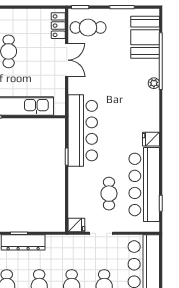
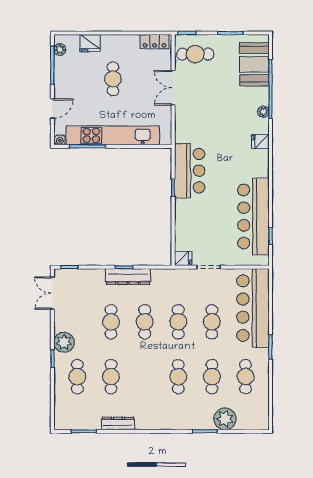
locker: (58, 26) -> (154, 42), moved, turned -90
double door: (67, 60) -> (173, 88), swing flipped
bar counter: (83, 131) -> (190, 171), width x0.73
fridge: (151, 139) -> (260, 141), moved
cafe table: (109, 194) -> (217, 226), removed

